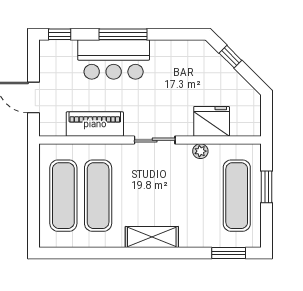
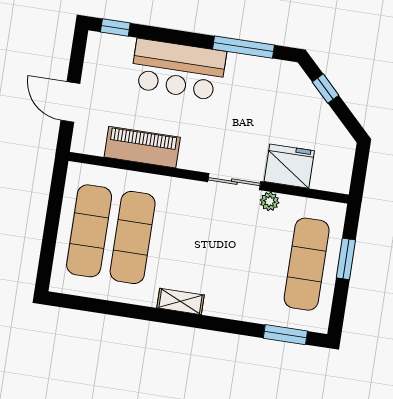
window: (123, 34) -> (244, 47), moved
sliding door: (155, 140) -> (234, 182), moved
shelving: (152, 237) -> (181, 301), width x0.67, depth x0.75

